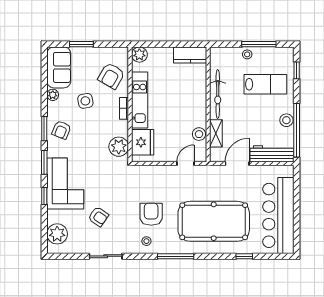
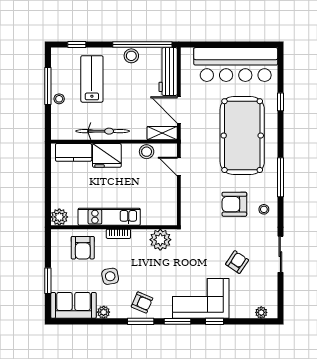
kitchen counter: (190, 55) -> (74, 152), moved, turned 90
armchair: (111, 76) -> (83, 248), turned 60
shelving: (216, 133) -> (162, 133), moved
fridge: (143, 142) -> (107, 155), moved, turned 180
plant: (57, 234) -> (261, 312), width x0.53, depth x0.53

